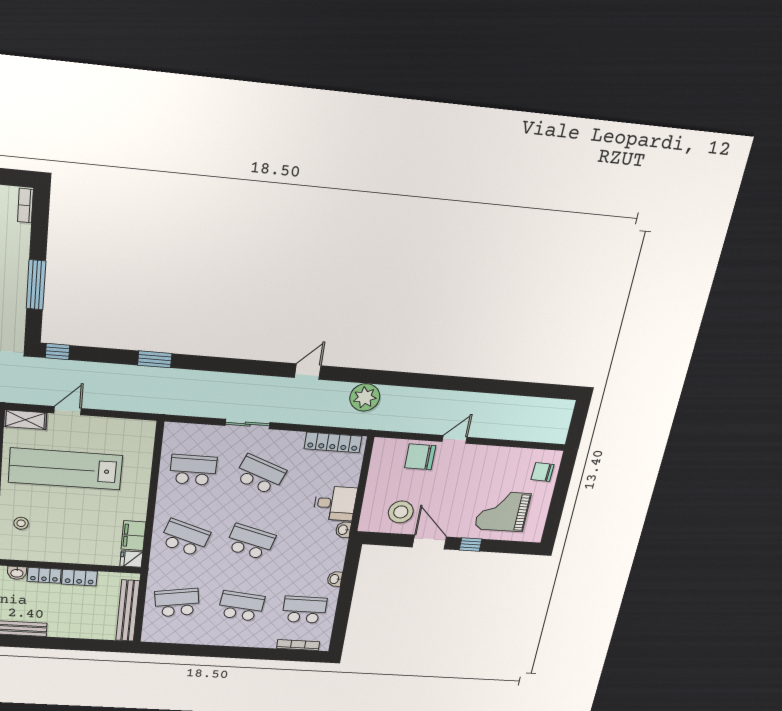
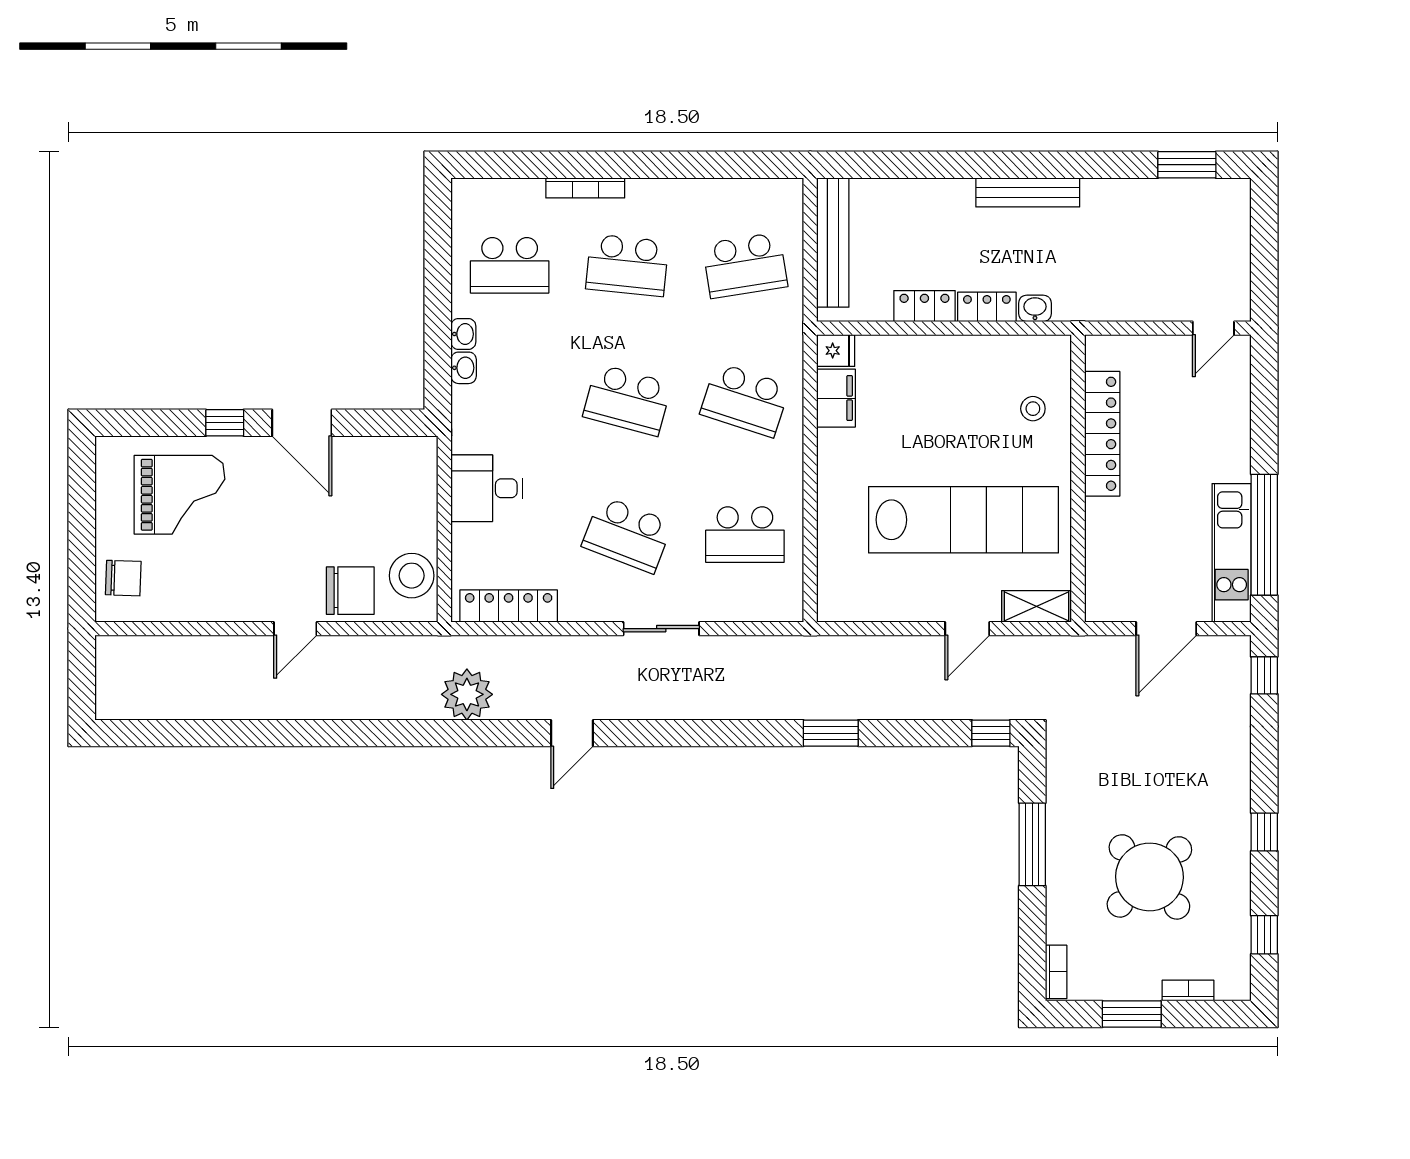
stool: (401, 512) -> (412, 576), moved
washbasin: (343, 530) -> (464, 368), moved
bookcase: (298, 645) -> (585, 188), moved

